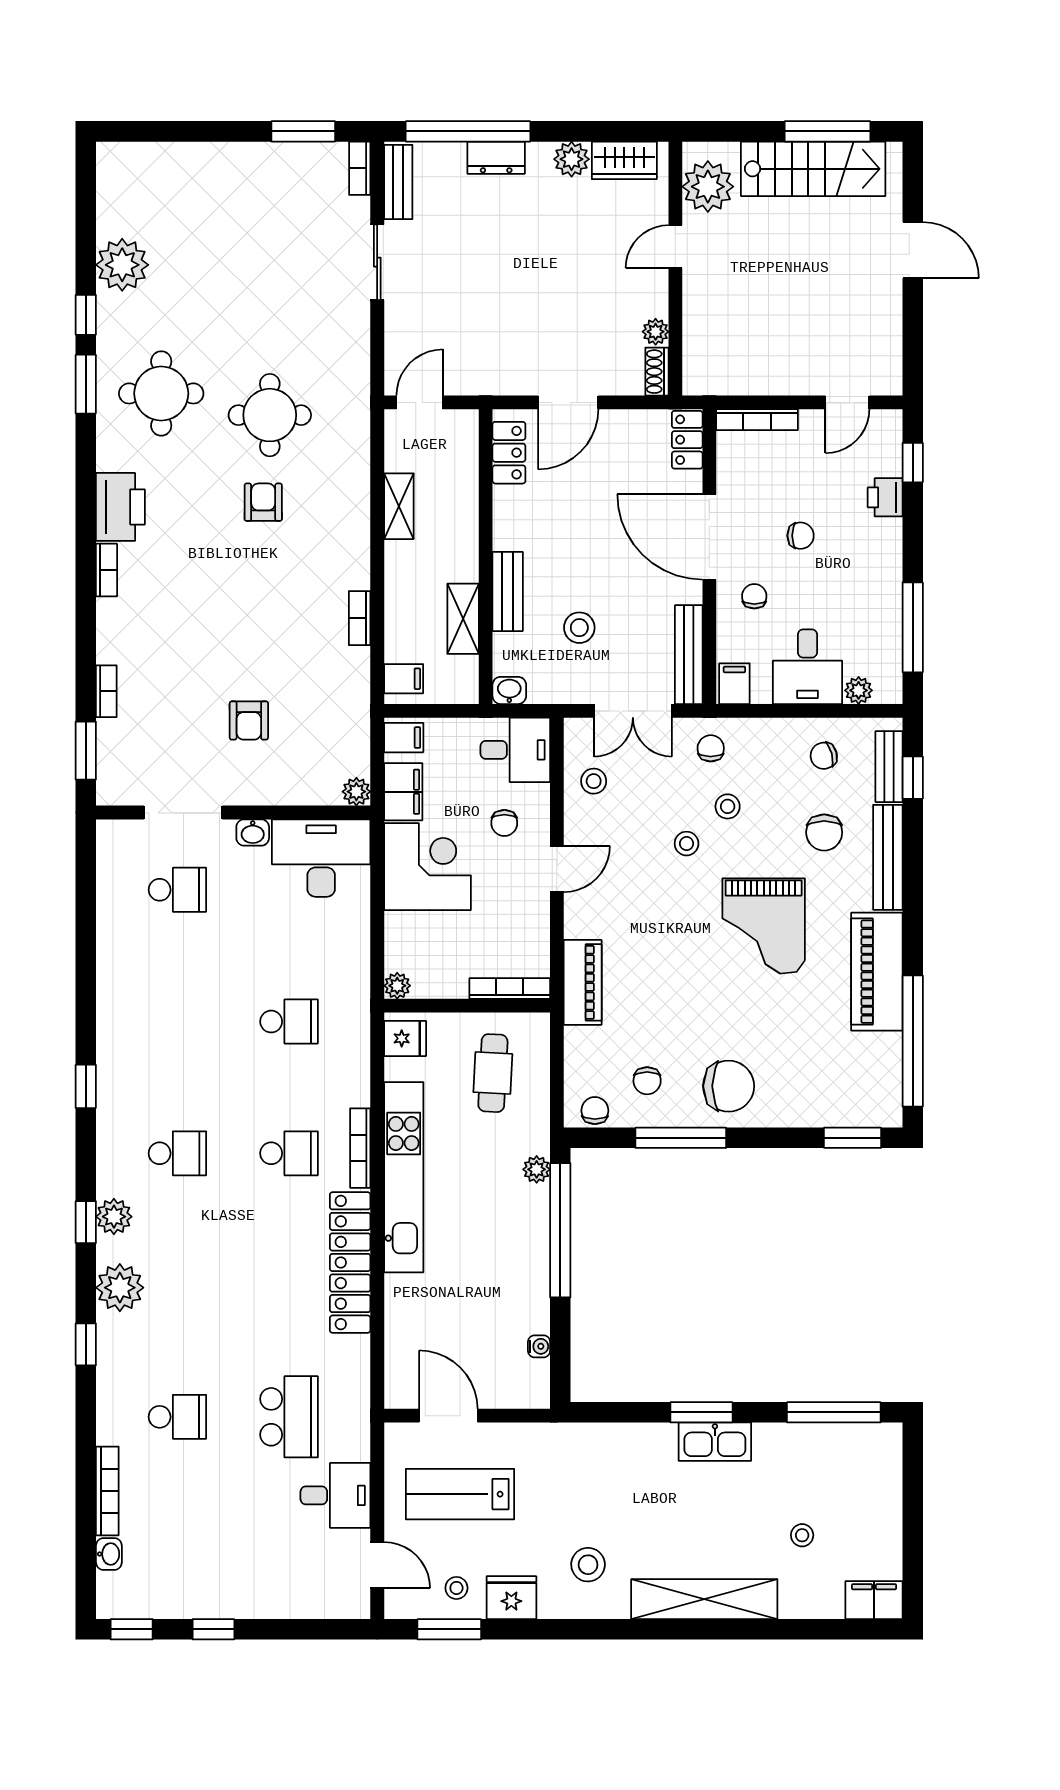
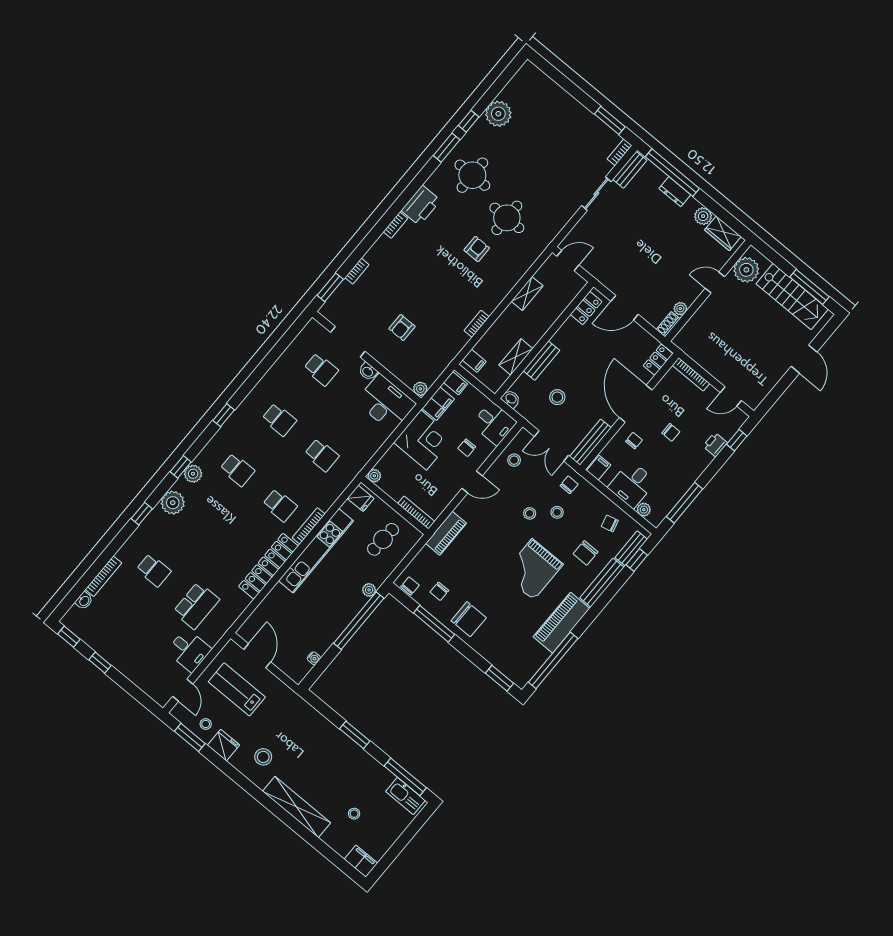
school desk: (177, 1022) -> (279, 420), added
kitchen sink: (715, 1442) -> (405, 796), moved

